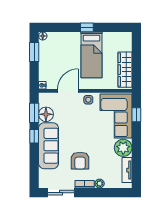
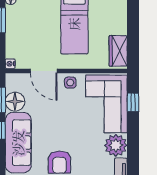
wardrobe: (125, 70) -> (118, 51), width x0.67
door: (68, 91) -> (44, 71), swing flipped

